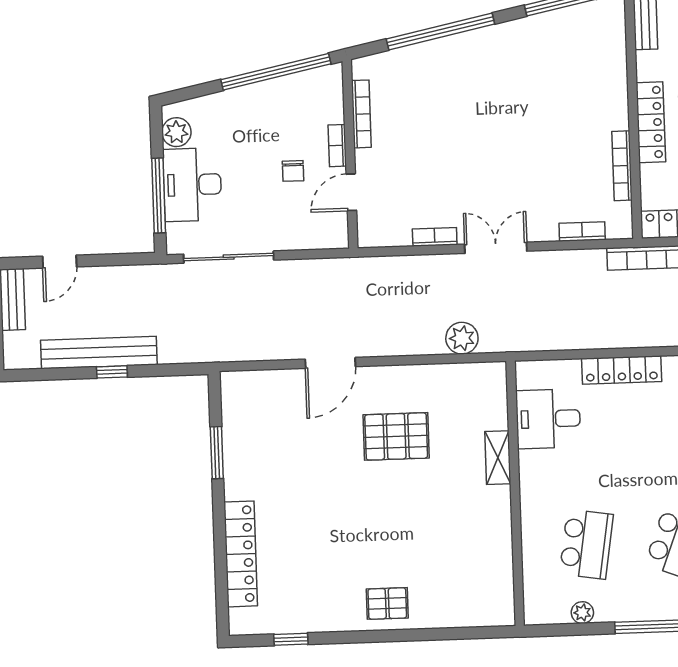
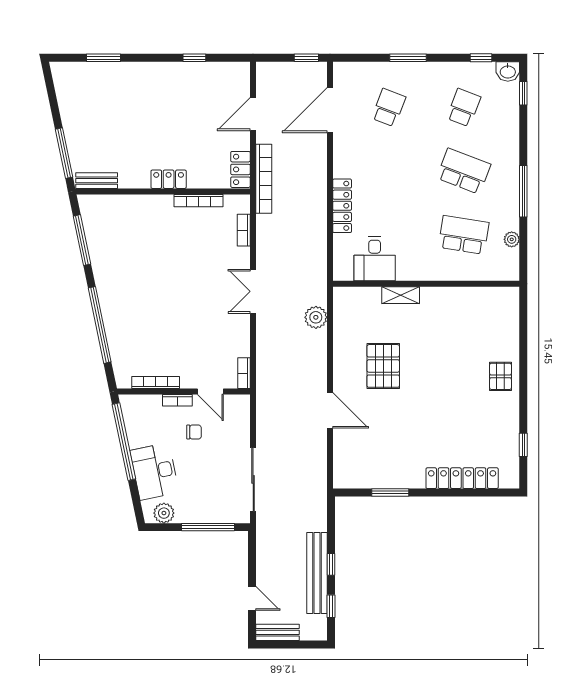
locker: (651, 122) -> (169, 179), width x0.66
desk: (192, 185) -> (155, 471), moved, turned 78
bookcase: (435, 237) -> (244, 373), moved
window: (52, 374) -> (331, 606), added

